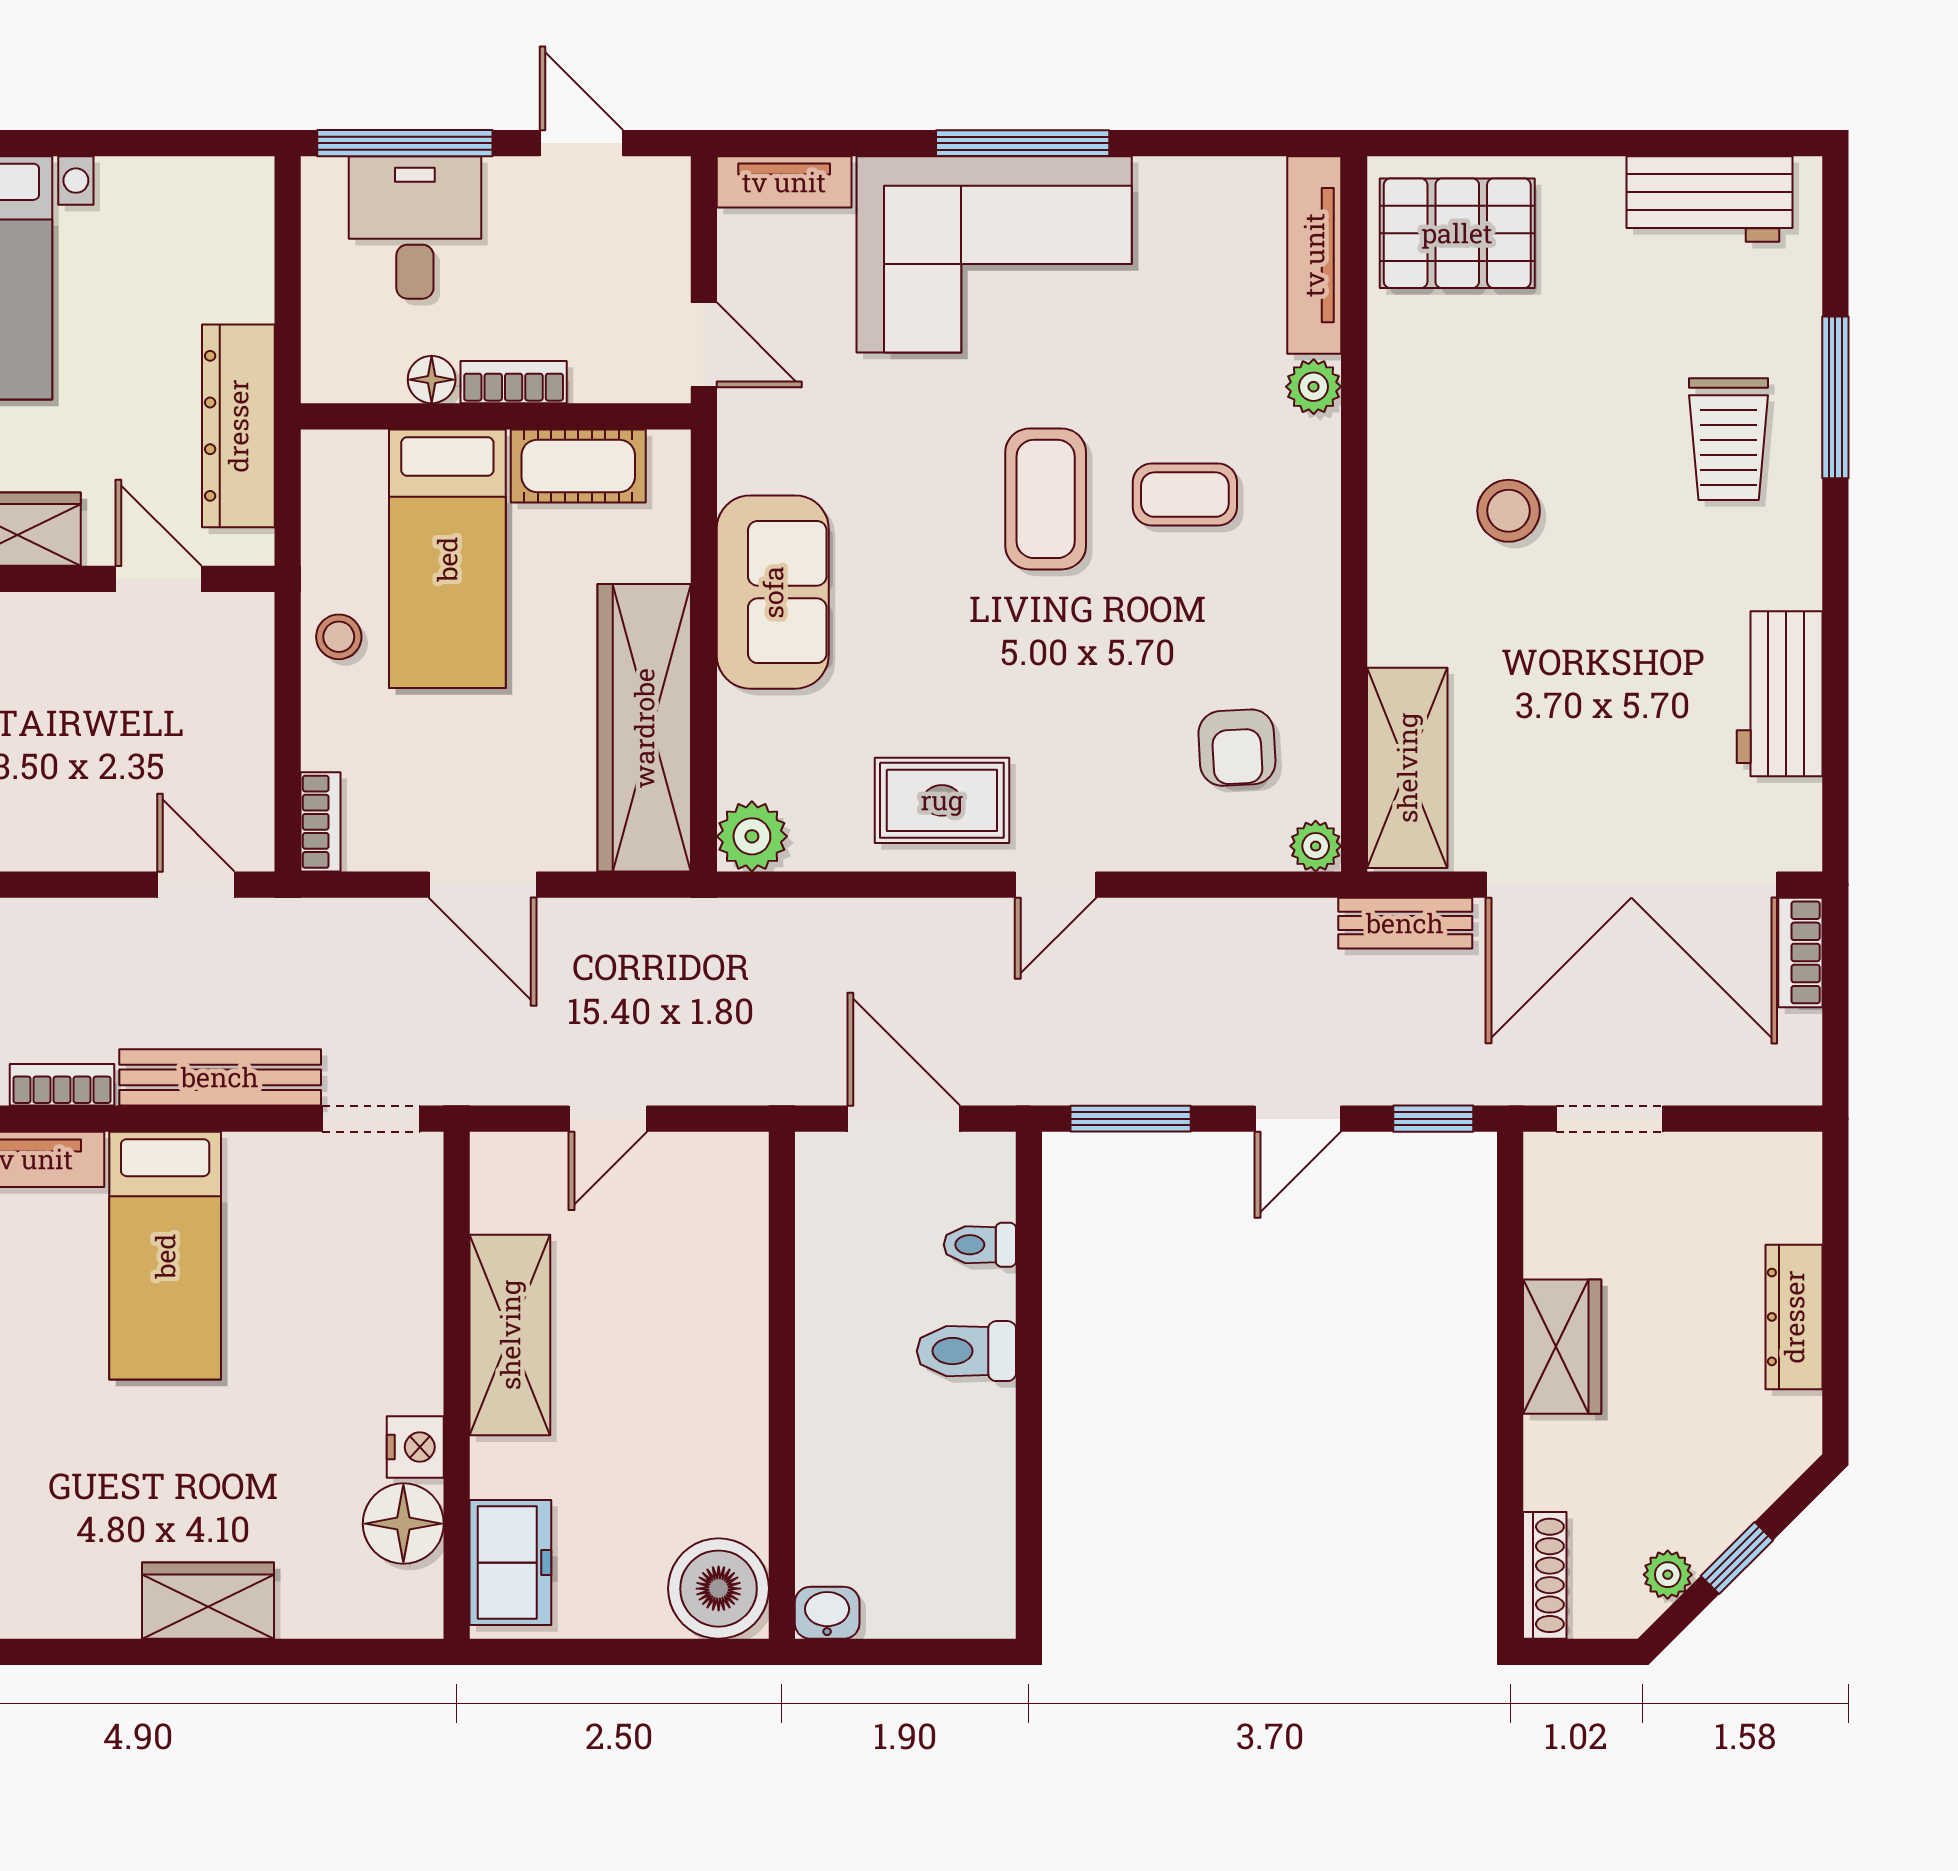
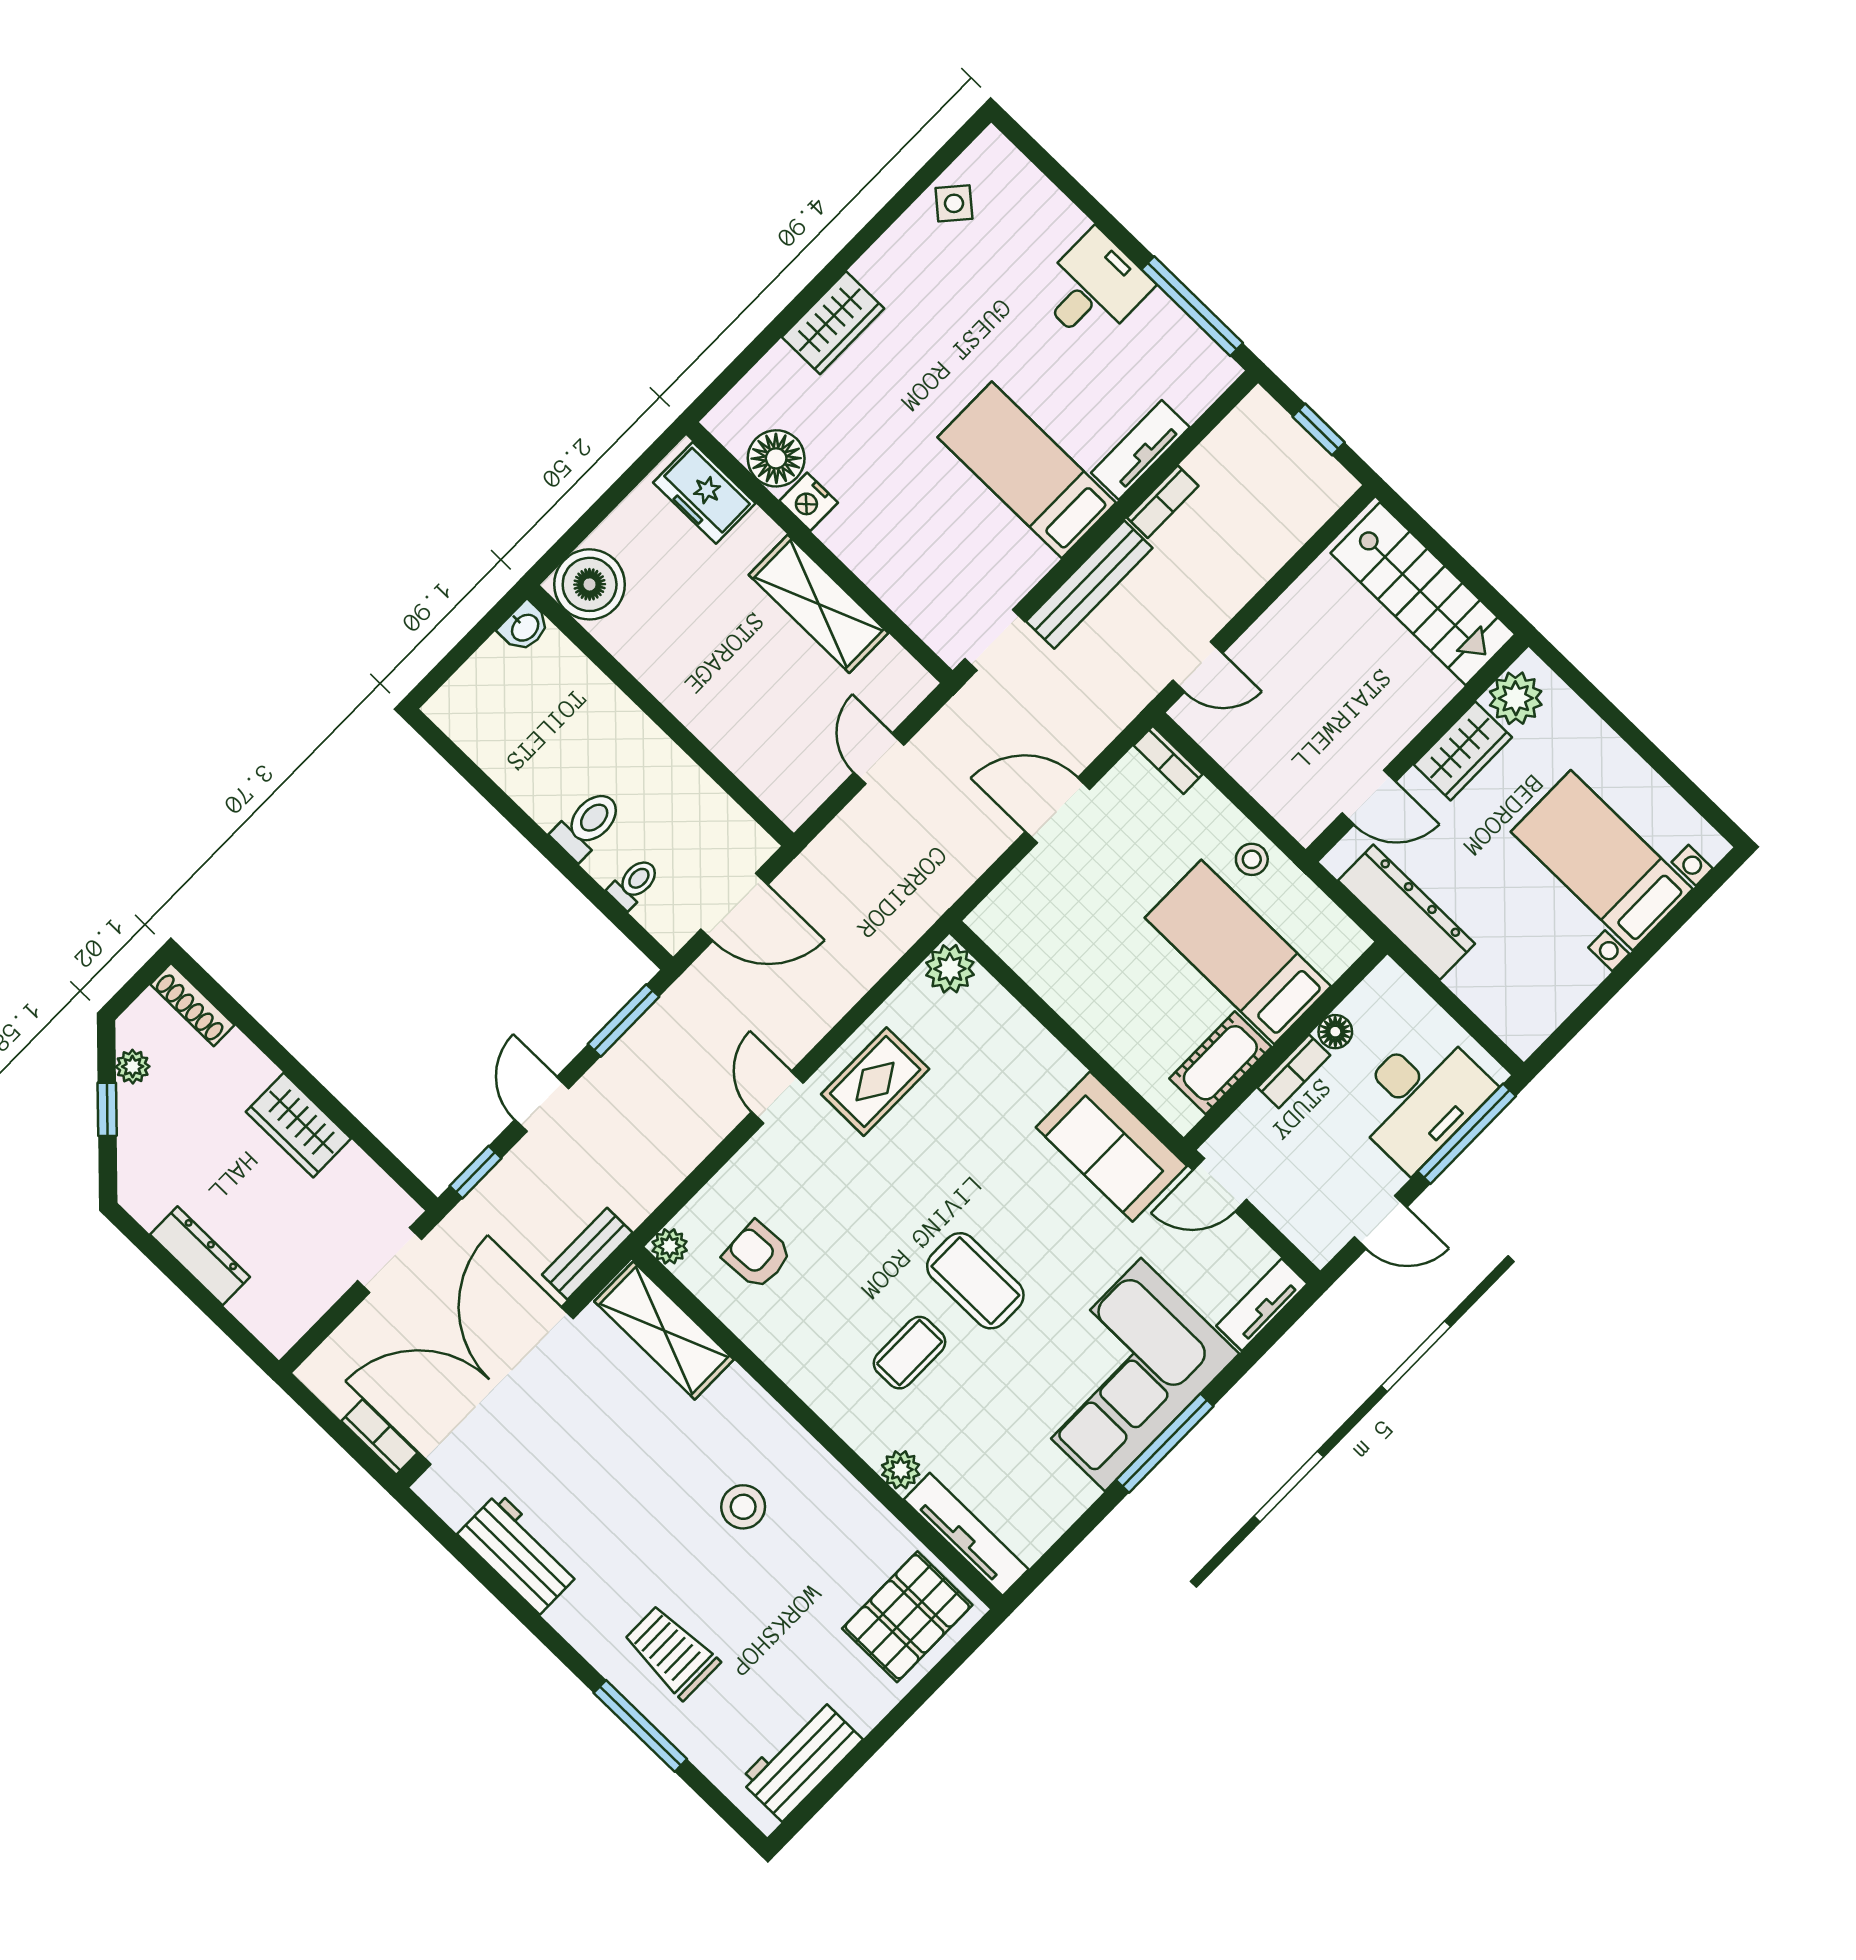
desk: (415, 227) -> (1420, 1098), width x1.37
sofa: (773, 592) -> (1111, 1147), moved
wardrobe: (644, 728) -> (1057, 968), removed

